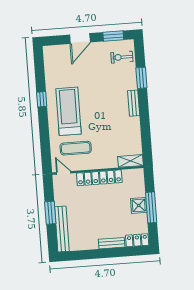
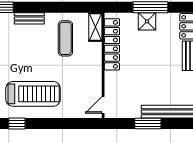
treadmill: (68, 111) -> (33, 94), turned 180
exercise mat: (76, 148) -> (65, 38), moved
locker: (99, 178) -> (112, 44), moved

